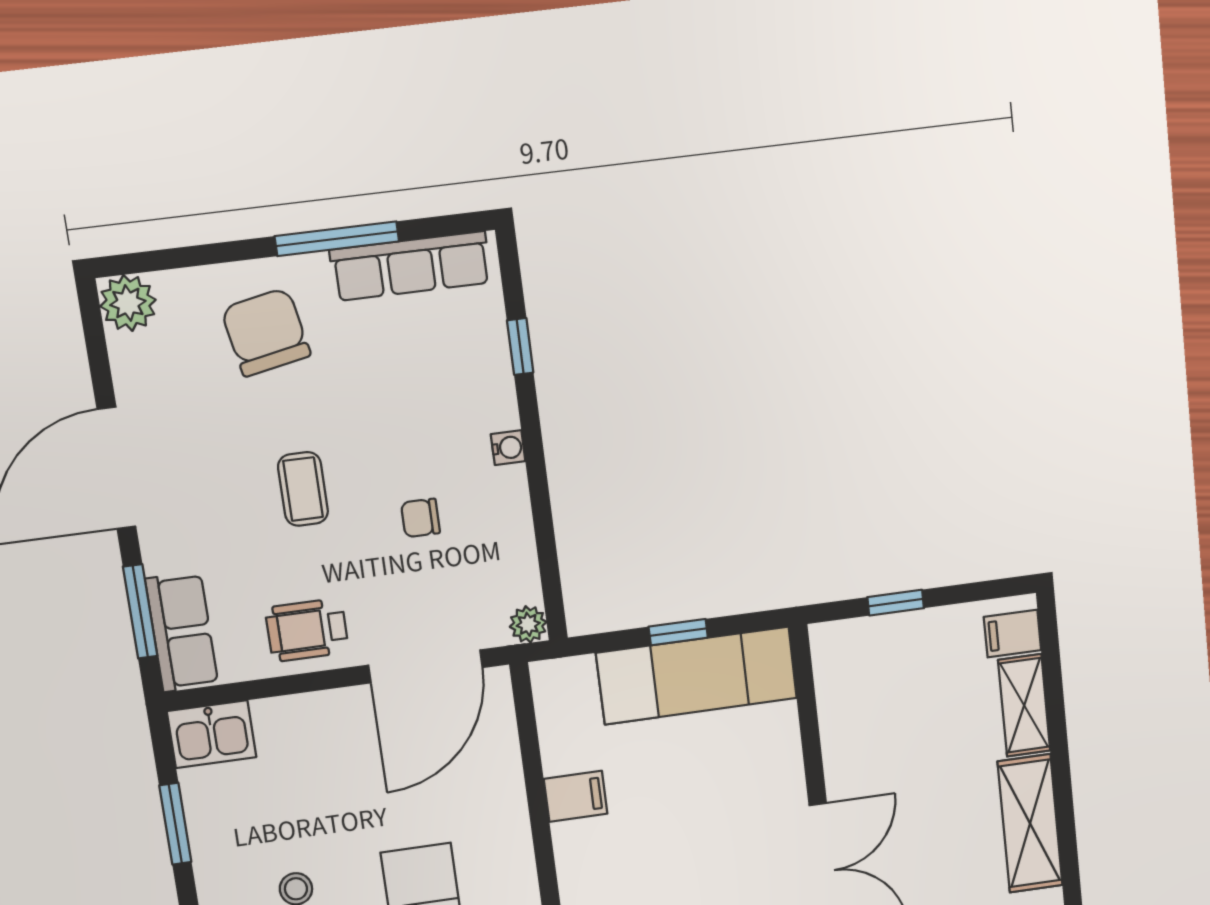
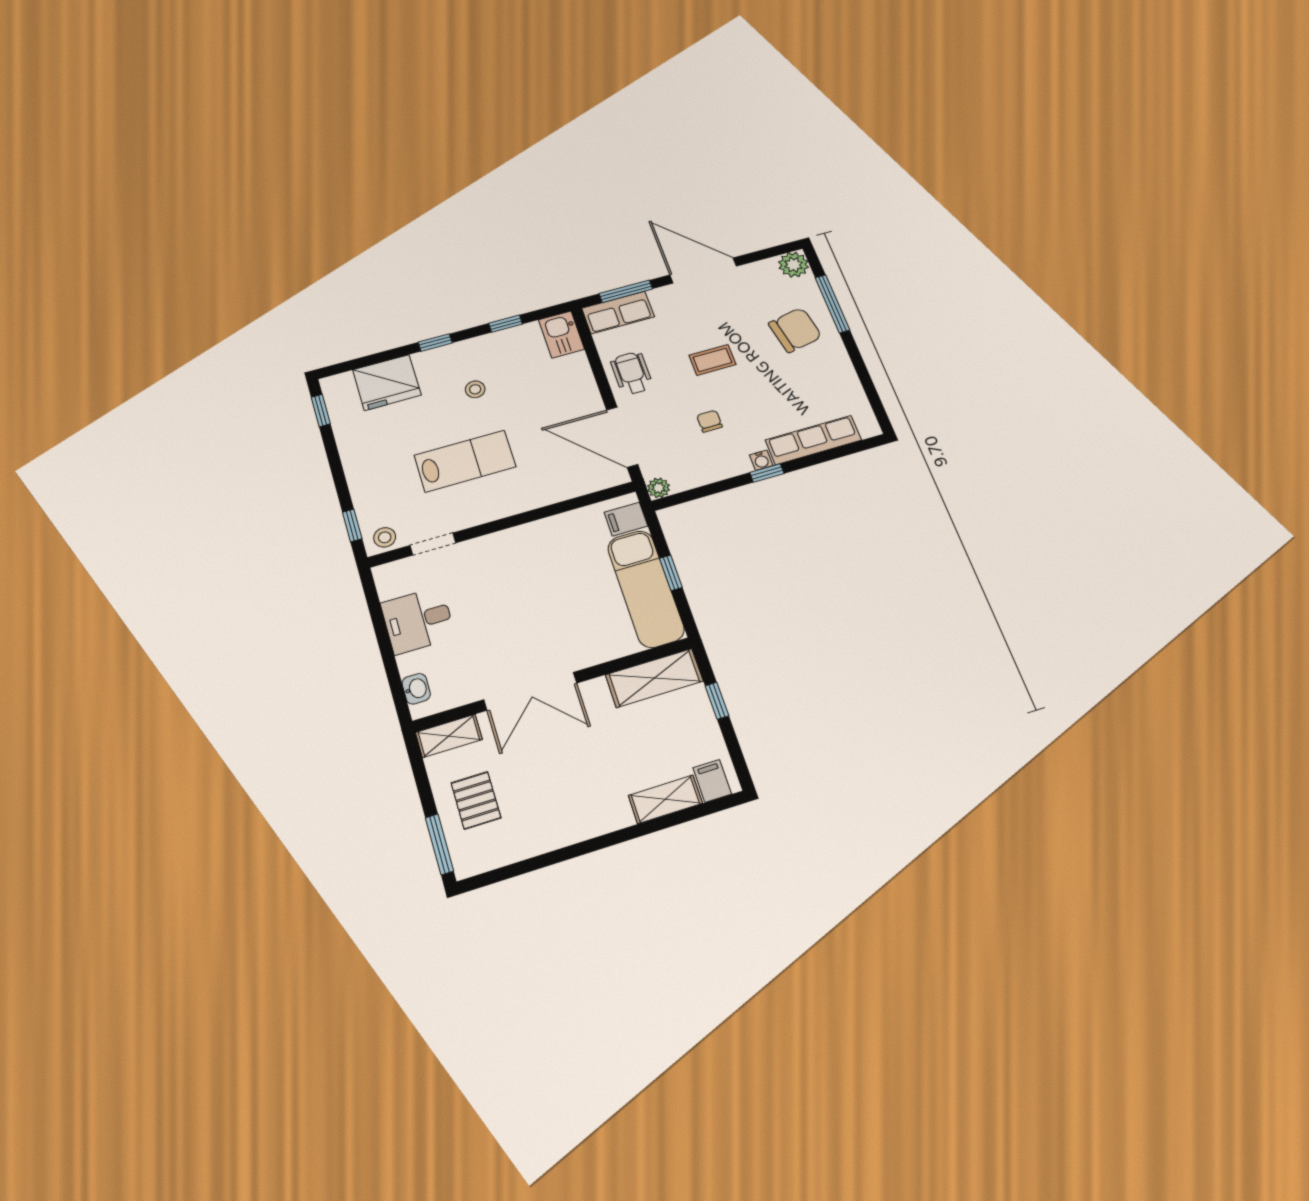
window: (337, 239) -> (832, 304), moved
row of seats: (411, 266) -> (813, 440), moved, turned 90
window: (520, 346) -> (767, 473), moved
filing cabinet: (576, 796) -> (626, 519), moved, turned 90
shelving: (1030, 823) -> (654, 678), moved
window: (175, 824) -> (506, 324), width x0.67

